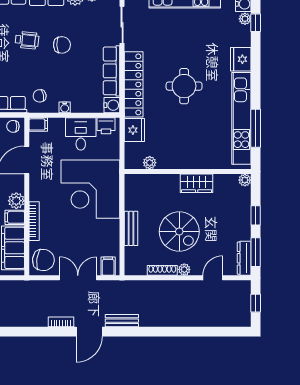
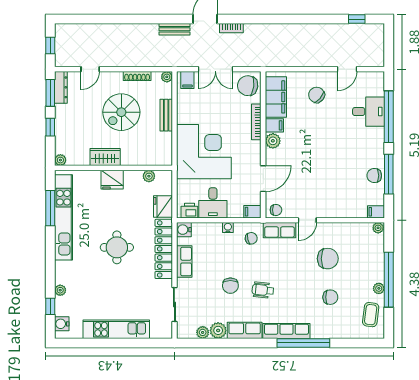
plant: (245, 19) -> (60, 290), moved
chair: (62, 45) -> (230, 286), turned -88
fridge: (241, 59) -> (112, 180), moved, turned 90
row of seats: (112, 71) -> (184, 262), width x0.68
spiral stairs: (179, 232) -> (121, 112), turned -90
plant: (184, 269) -> (167, 77), moved

